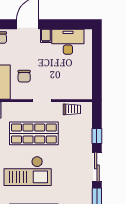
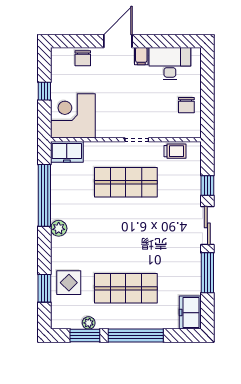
chair: (24, 76) -> (186, 105), moved
checkout: (28, 171) -> (118, 231), removed

